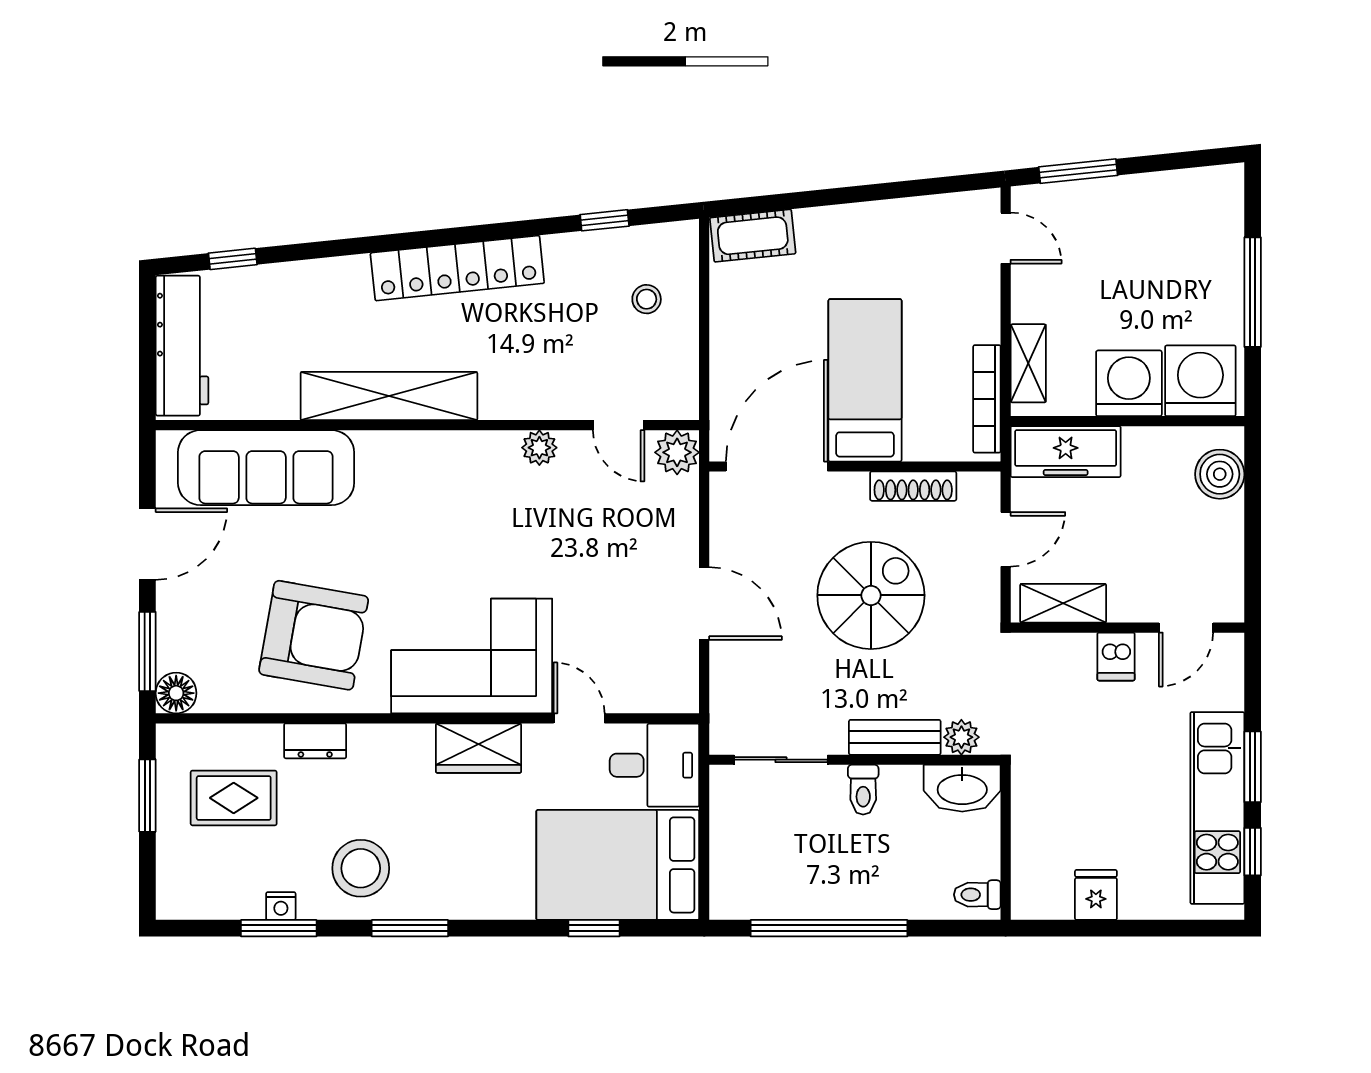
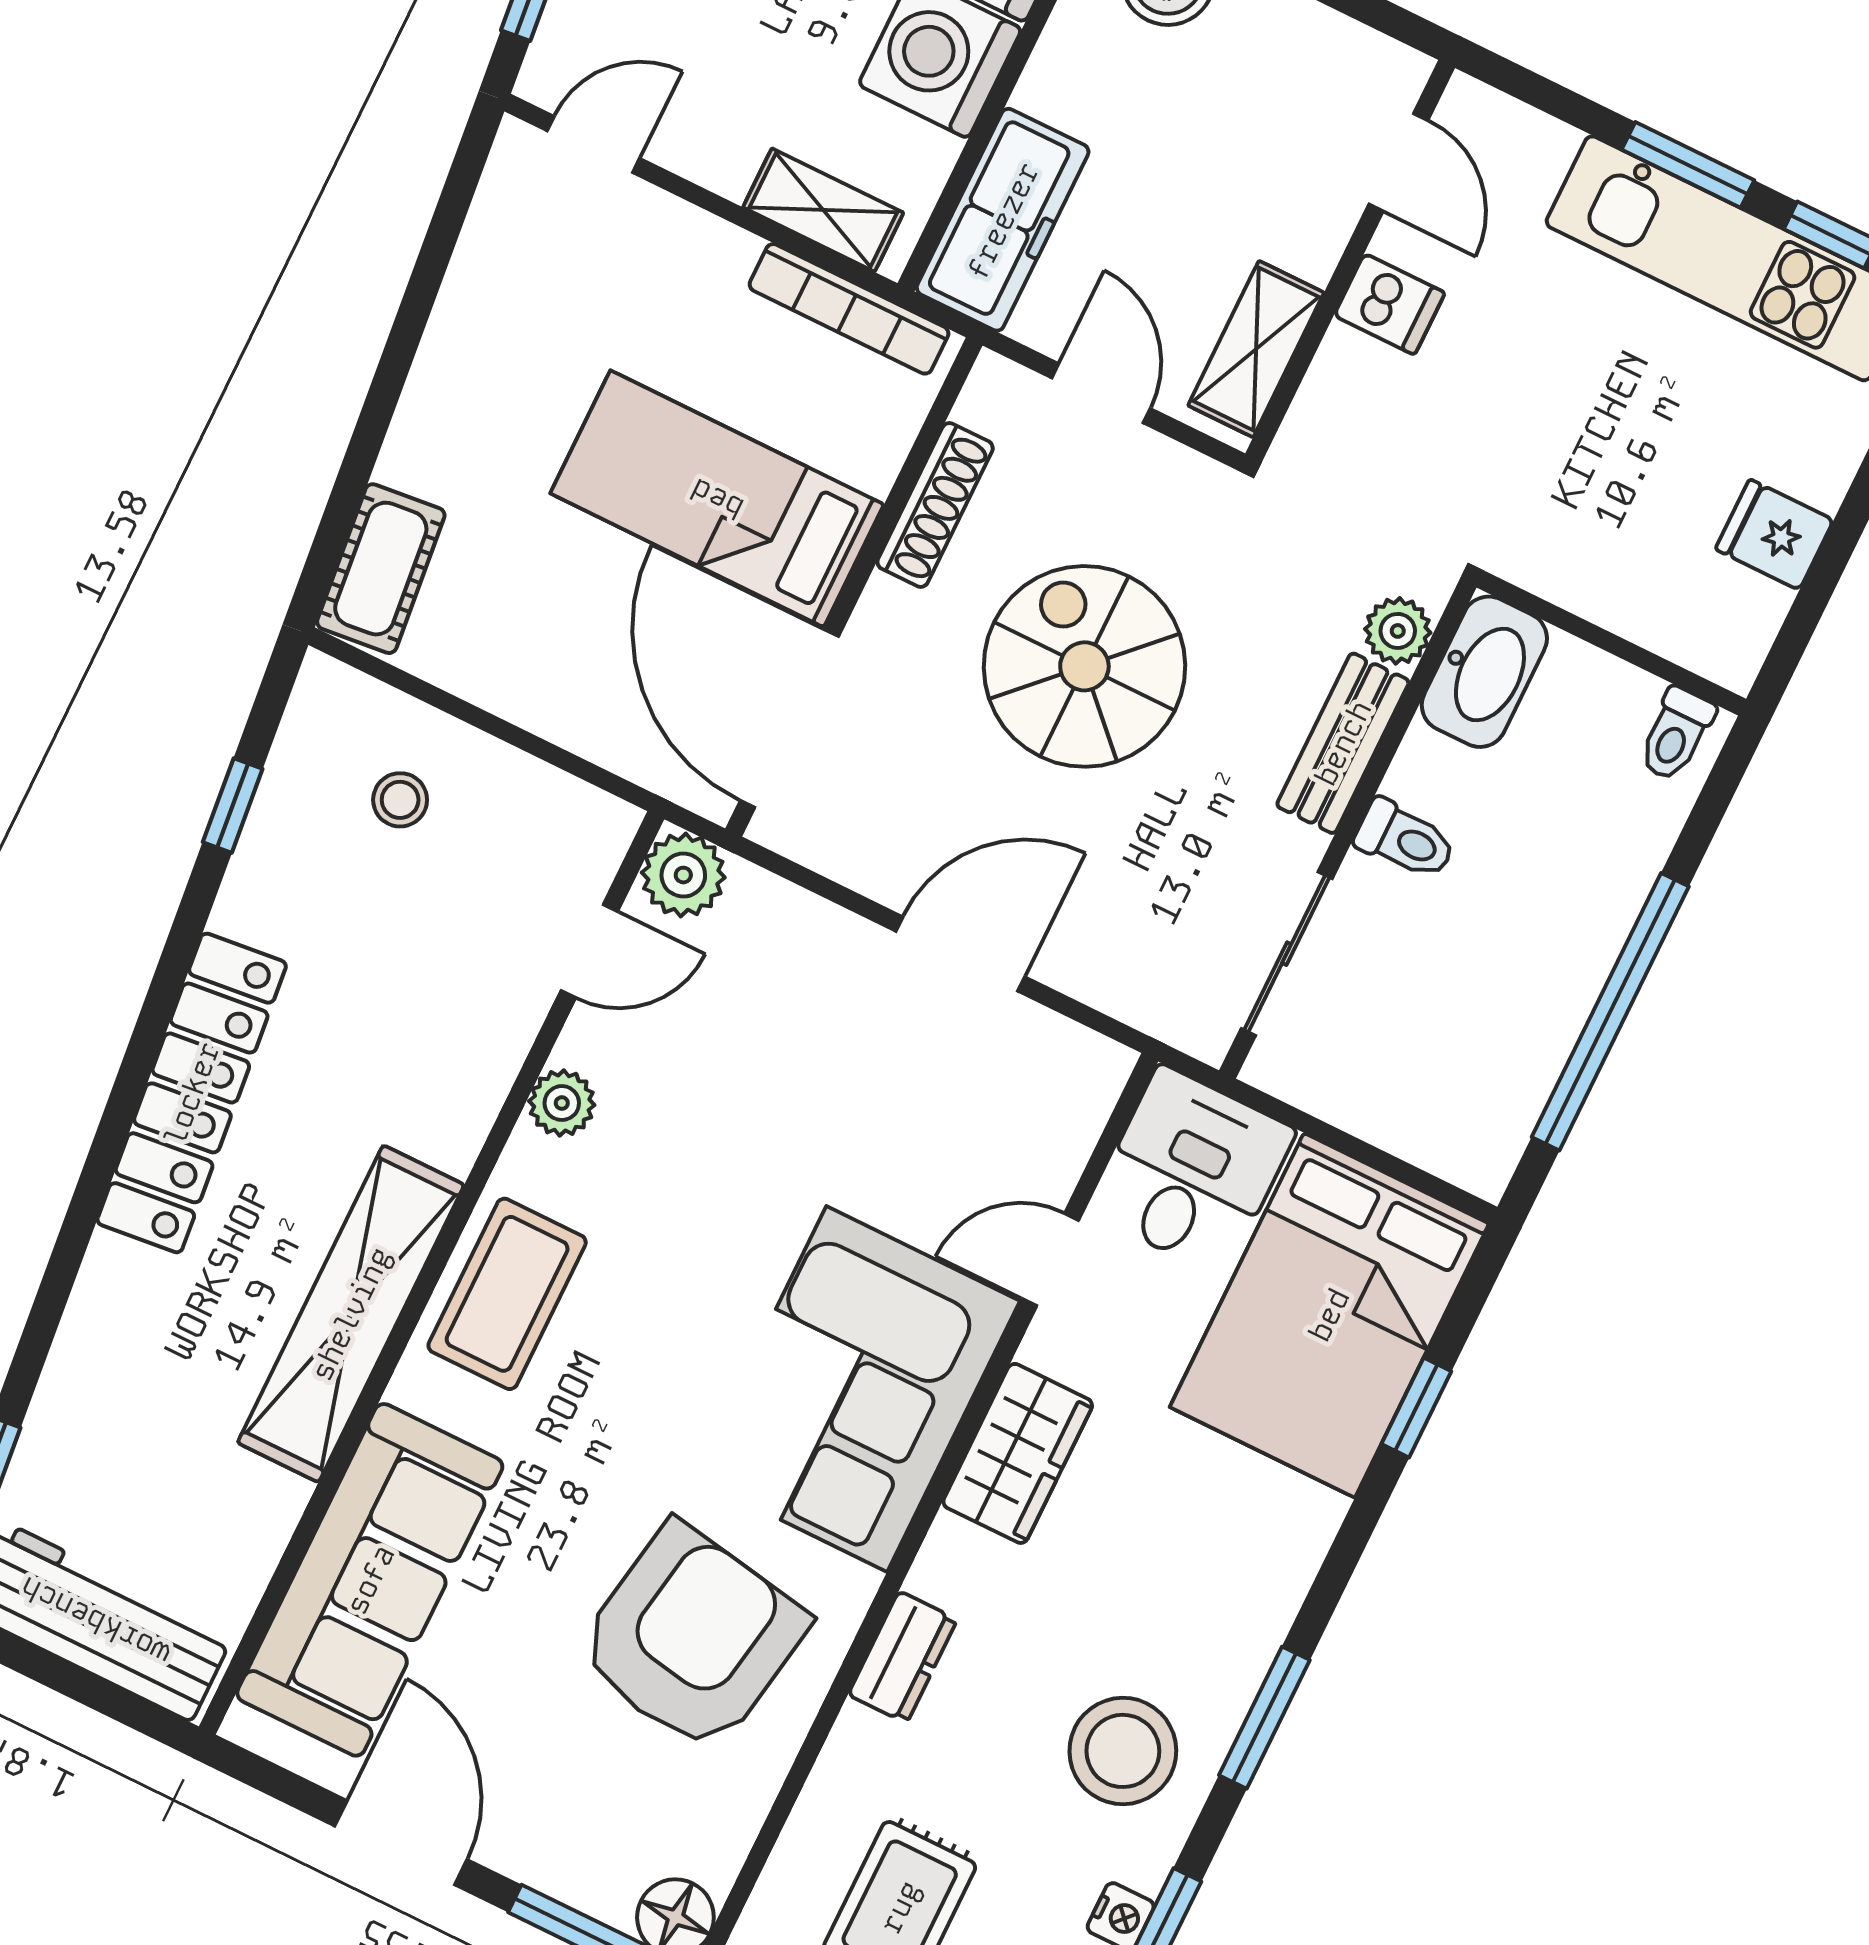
coffee table: (435, 466) -> (507, 1294), added
dresser: (315, 741) -> (903, 1657), moved

